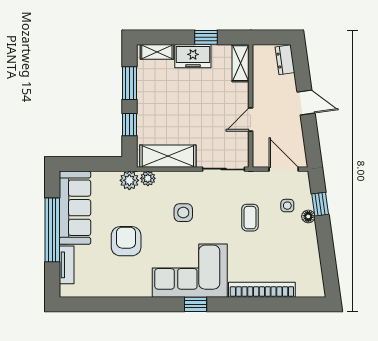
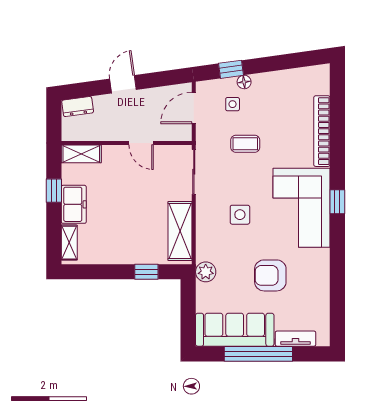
window: (130, 83) -> (102, 272), removed
plant: (148, 178) -> (204, 252), removed

